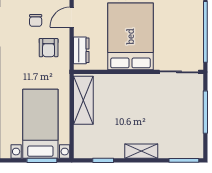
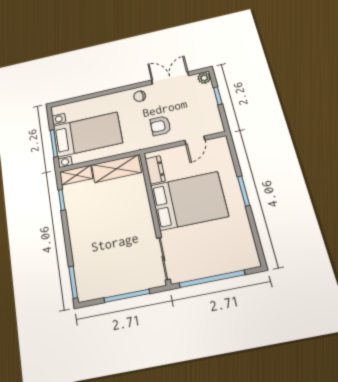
door: (72, 17) -> (195, 140), swing flipped
chair: (36, 20) -> (140, 96), moved
dresser: (81, 50) -> (155, 170), moved, turned -90
shelving: (141, 151) -> (76, 175), moved, turned 90

